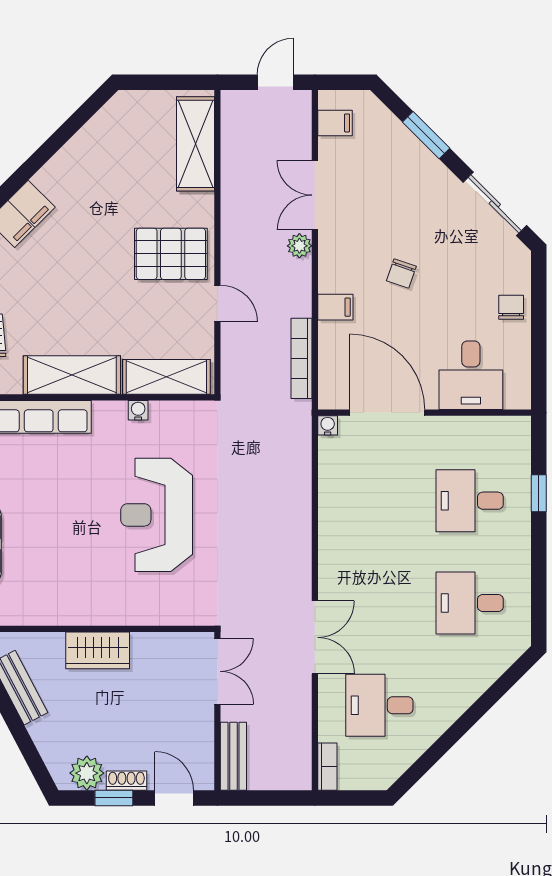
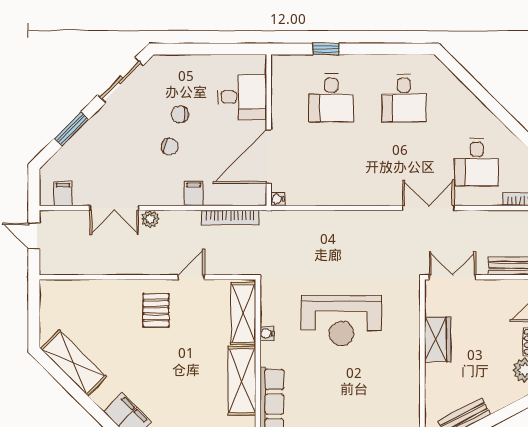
shelving: (195, 144) -> (73, 363), moved, turned 45
pallet: (171, 254) -> (156, 310), width x0.67, depth x0.71
chair: (511, 307) -> (180, 114), moved
wardrobe: (98, 650) -> (438, 339), moved

